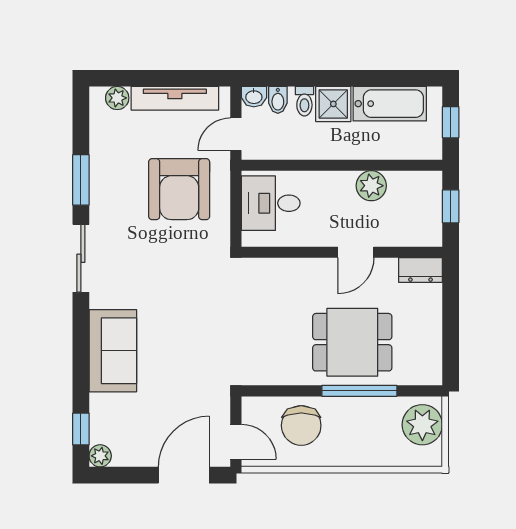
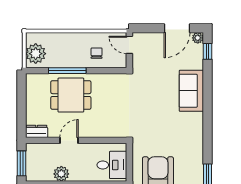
window: (451, 206) -> (21, 163), width x1.50
sliding door: (81, 258) -> (207, 137), removed
chair: (301, 426) -> (97, 53), width x0.54, depth x0.54
door: (184, 475) -> (177, 28), moved

